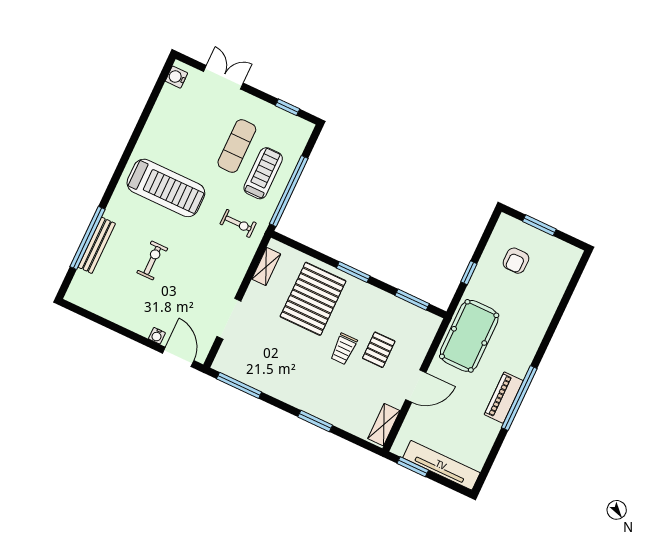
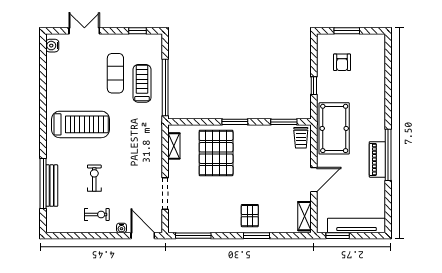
exercise bike: (238, 223) -> (97, 214), moved
trolley: (344, 349) -> (301, 138), moved
pallet: (379, 350) -> (250, 216), moved

